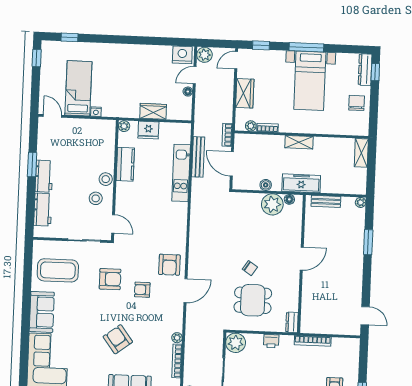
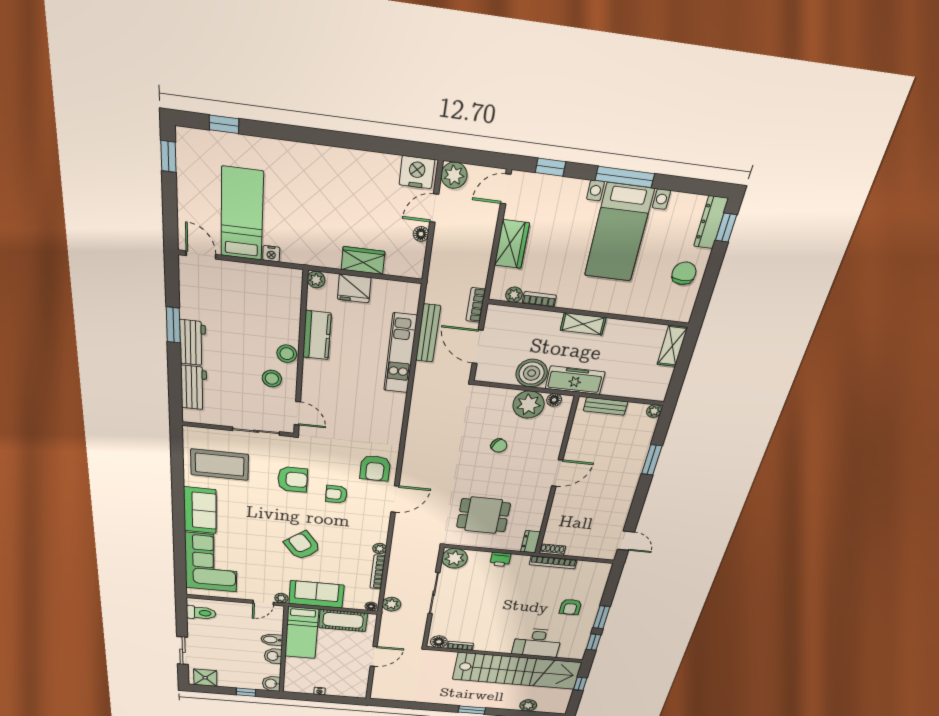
boiler: (266, 185) -> (532, 373), width x1.86, depth x1.86
chair: (250, 268) -> (499, 446), moved
shoe rack: (310, 329) -> (552, 550), added

